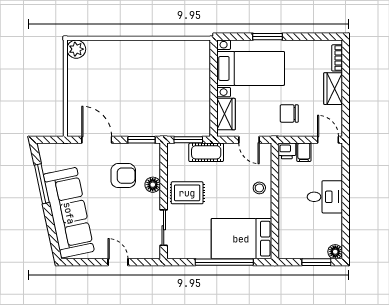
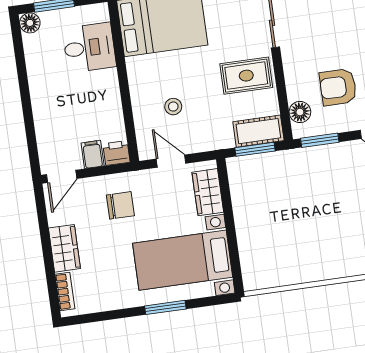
door: (328, 140) -> (62, 176), hinge flipped
cot: (206, 152) -> (258, 131), moved
floor lamp: (153, 185) -> (300, 112), moved
stool: (259, 188) -> (173, 107), moved
desk: (325, 197) -> (89, 48), moved, turned 180

